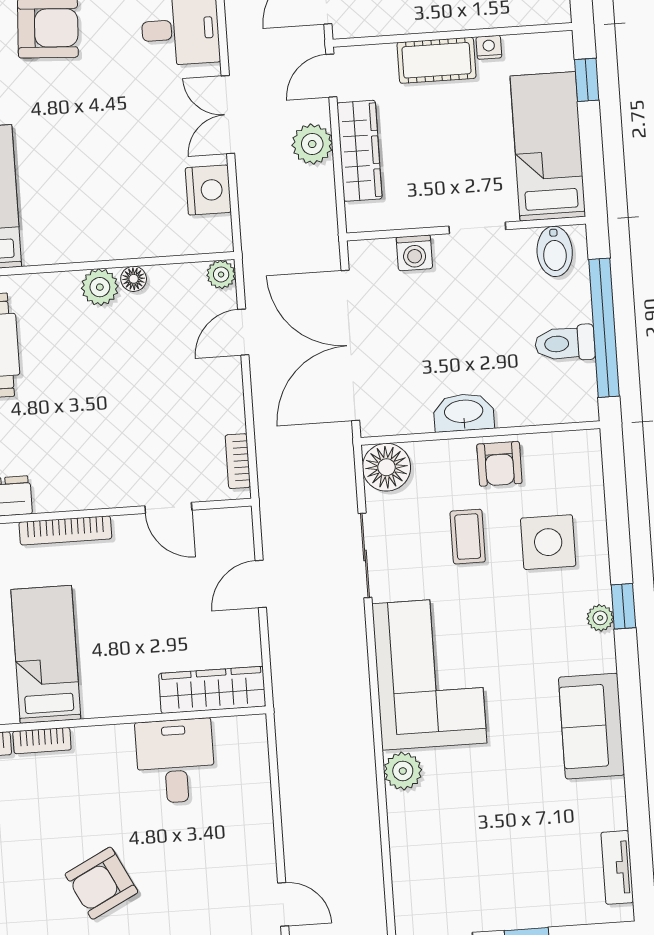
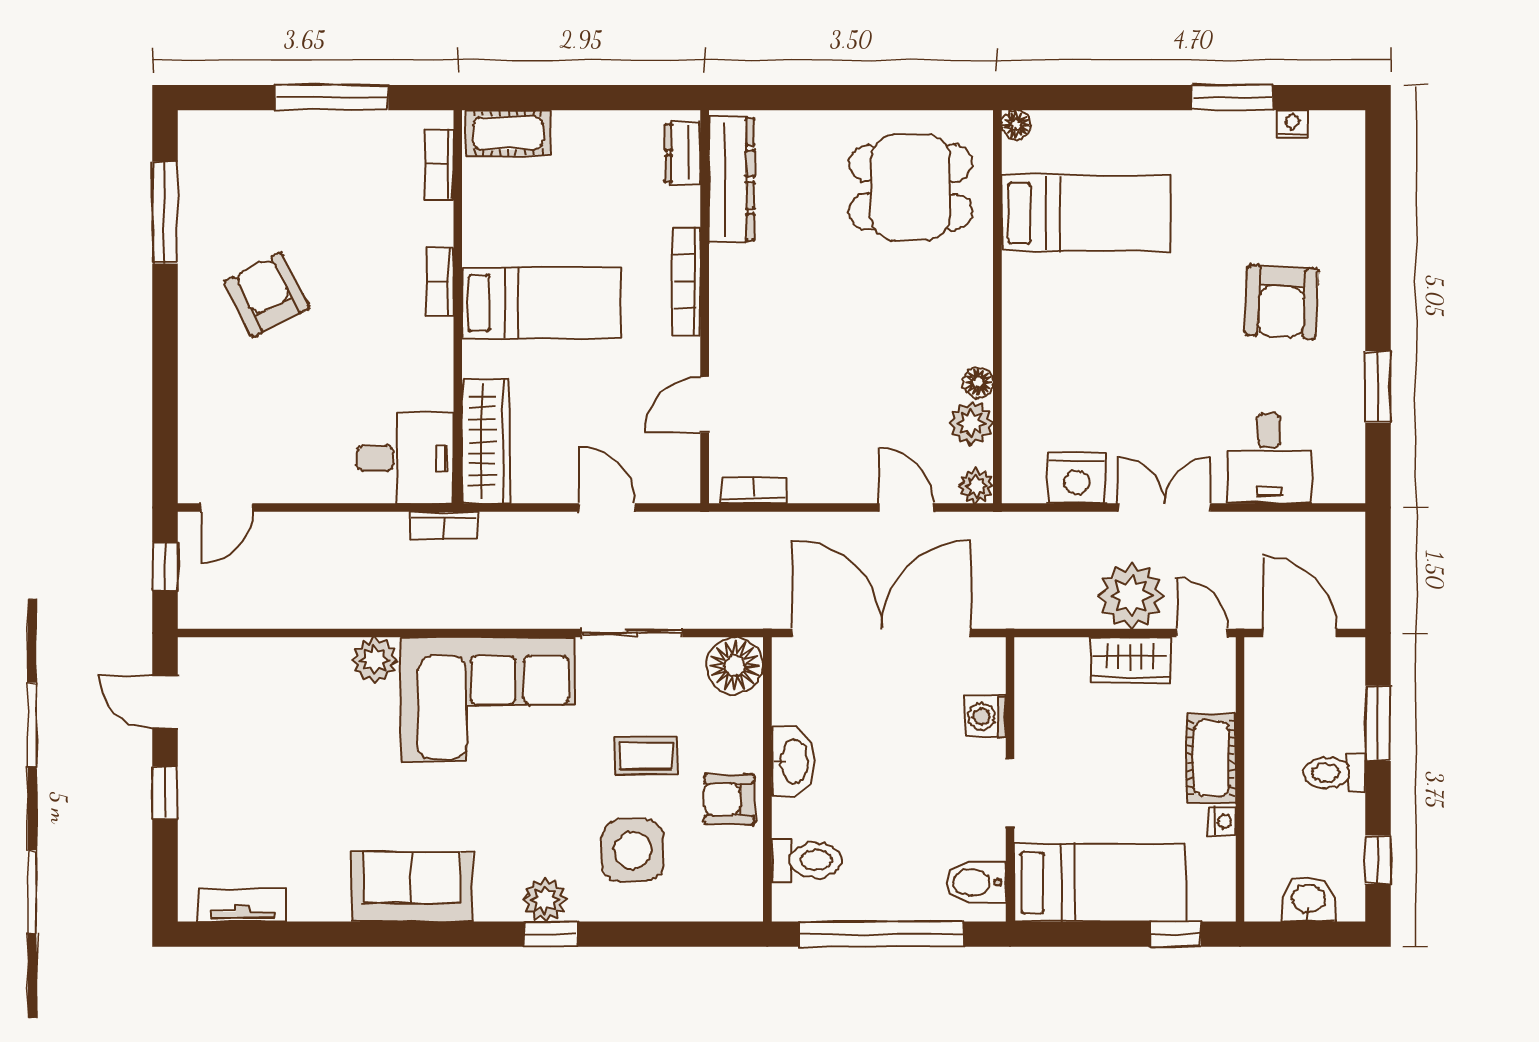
plant: (312, 144) -> (1131, 596), width x1.36, depth x1.36
wardrobe: (359, 151) -> (1130, 660), width x0.67
plant: (100, 287) -> (971, 423), moved
toilet: (565, 343) -> (806, 860), moved, turned 90
plant: (600, 618) -> (545, 900), width x1.38, depth x1.38
bed: (46, 654) -> (542, 303), moved
bookcase: (285, 720) -> (444, 525), added
bookcase: (42, 741) -> (440, 282), moved
desk: (175, 761) -> (405, 458), moved

